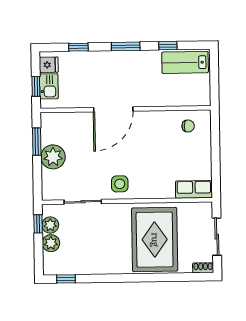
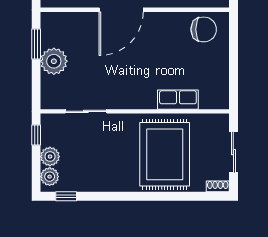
chair: (188, 126) -> (204, 29), width x1.87, depth x1.87
side table: (120, 184) -> (127, 92), removed
row of seats: (194, 189) -> (178, 100), moved
plant: (50, 225) -> (50, 177), moved

